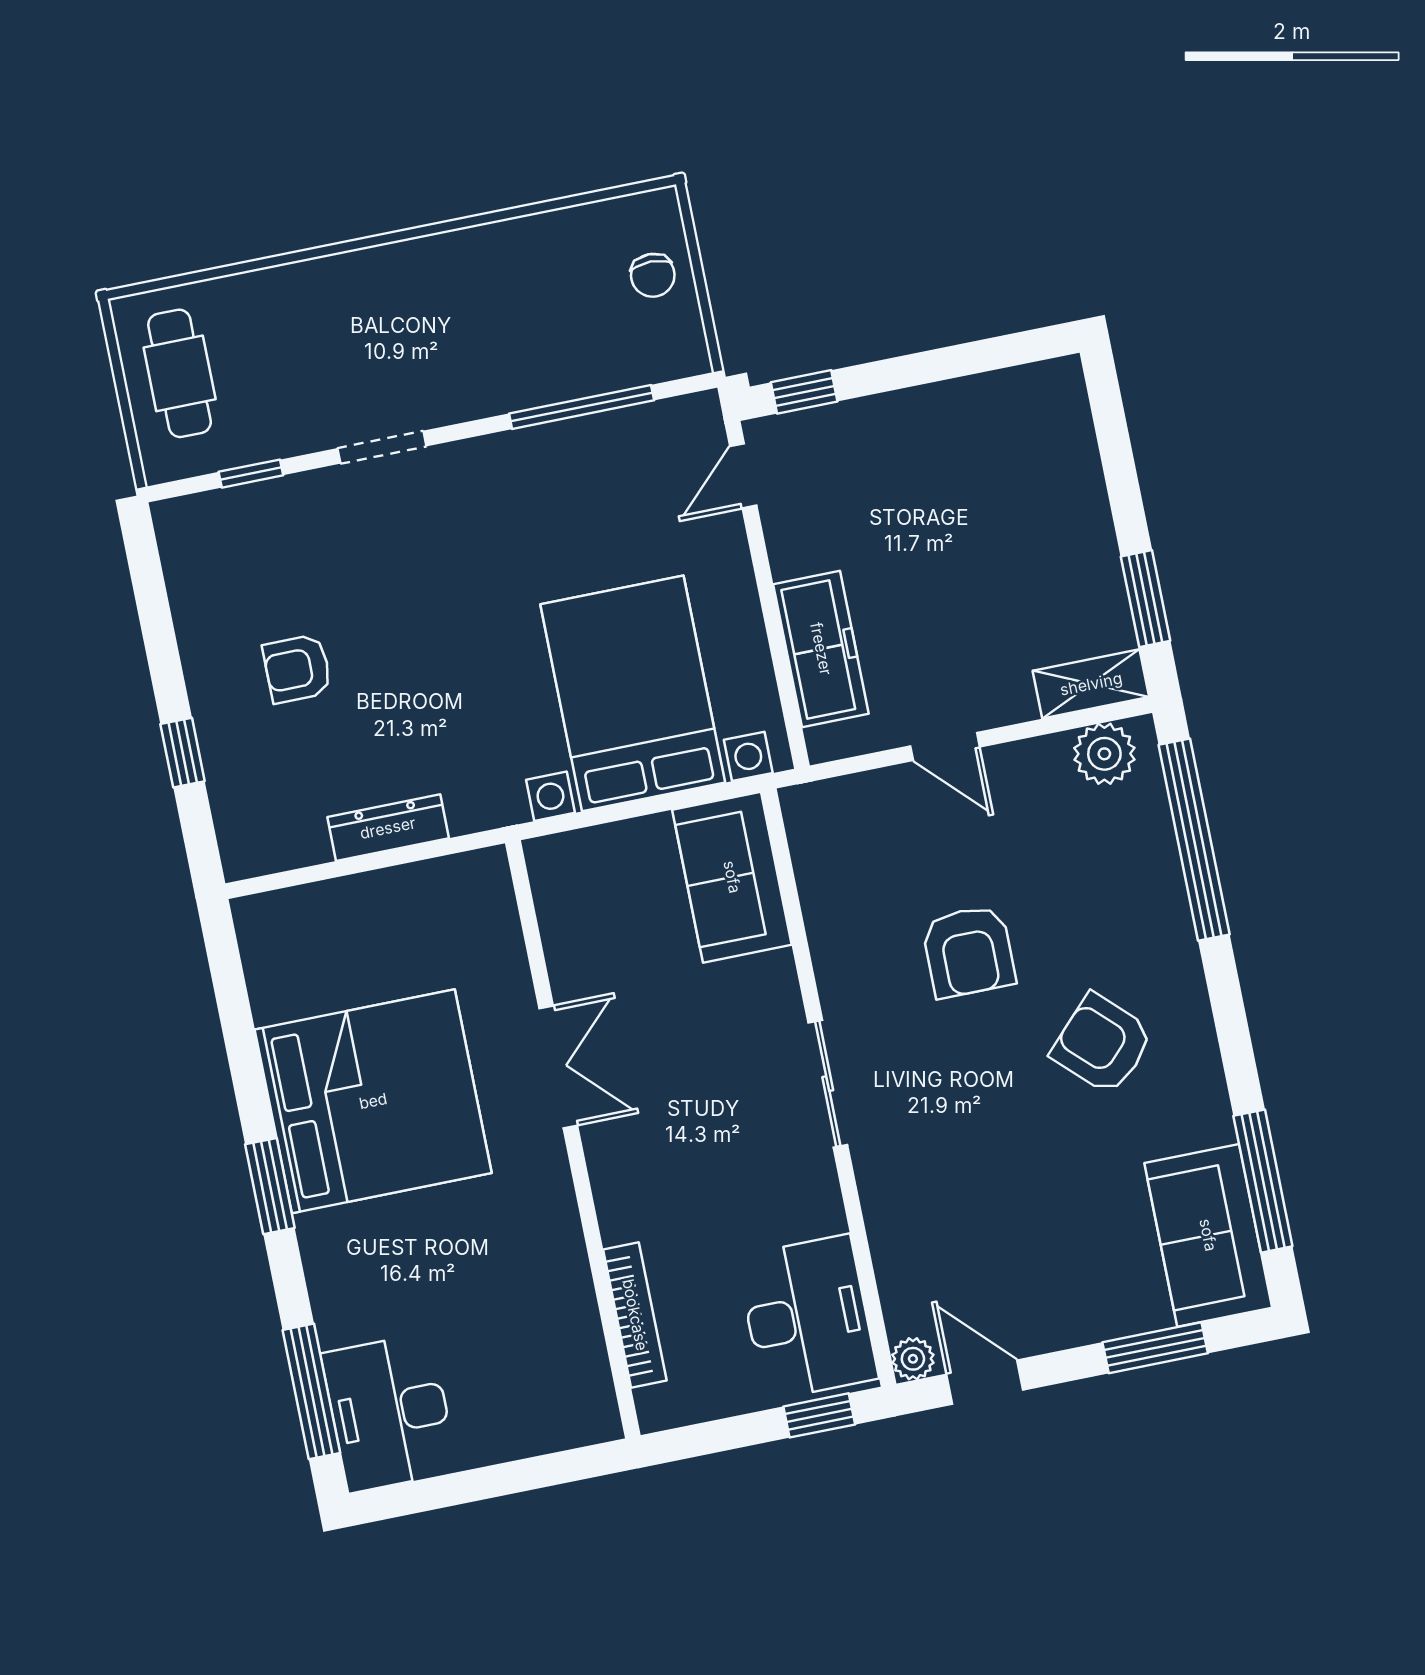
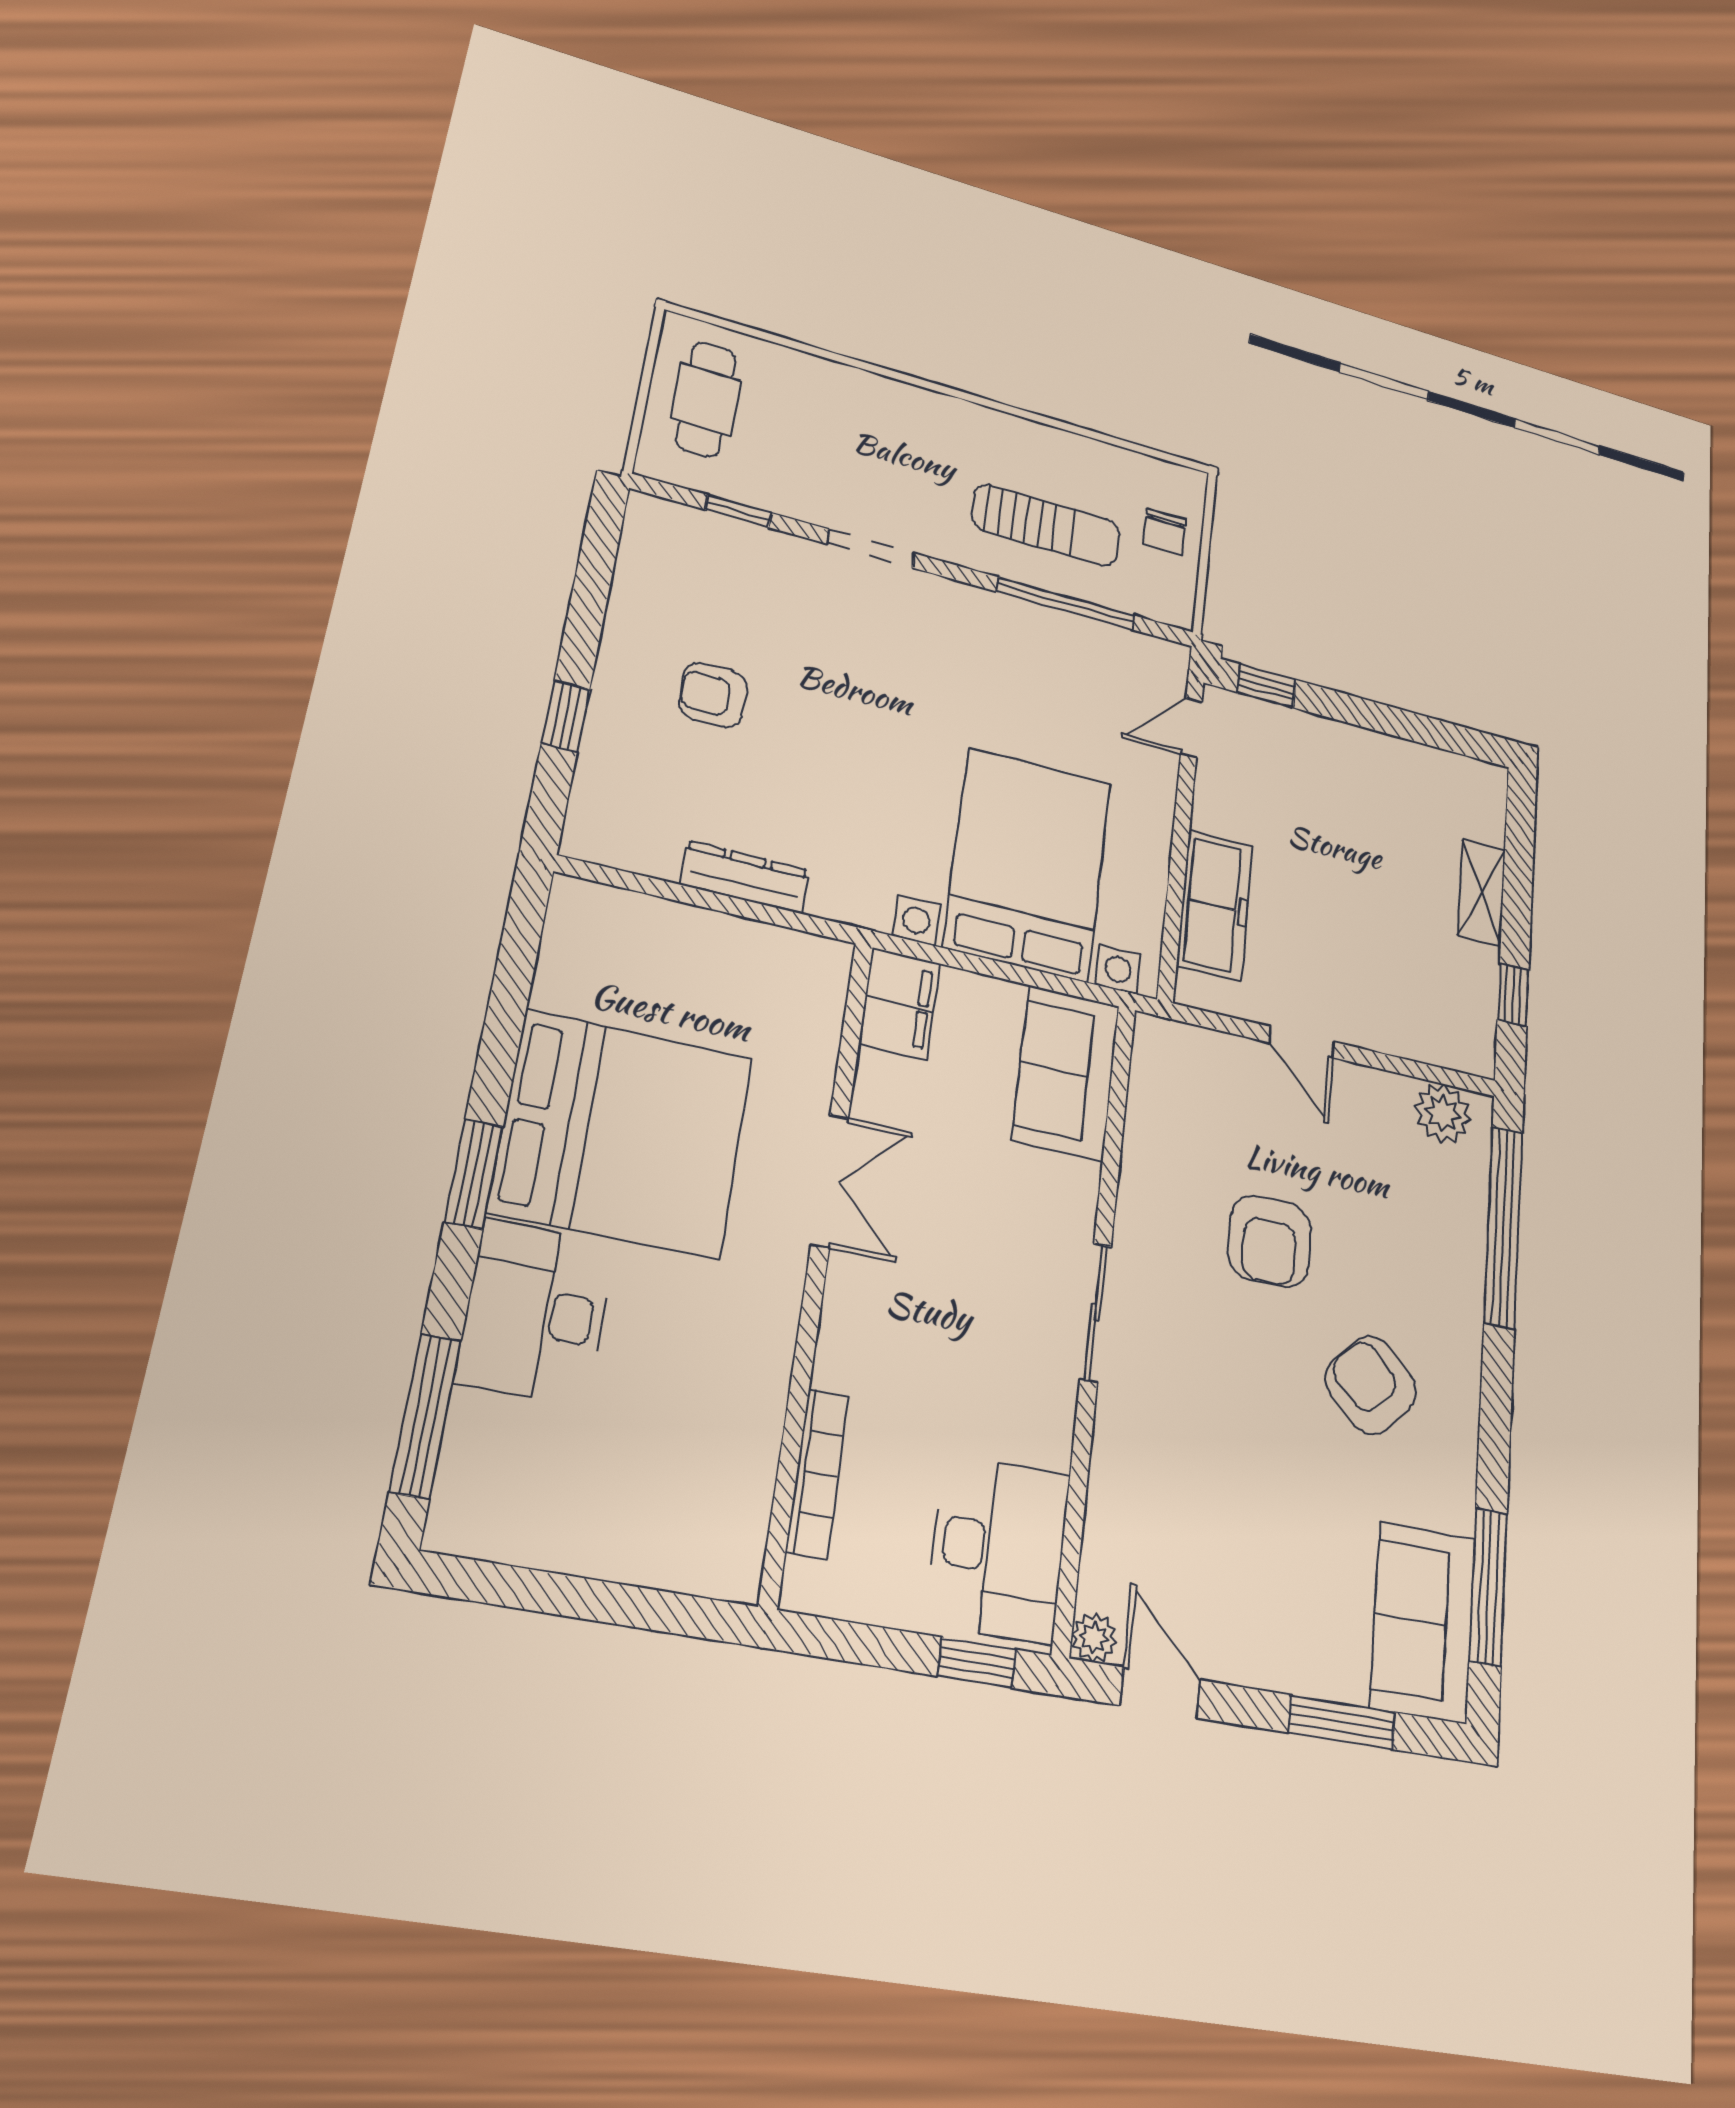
sun lounger: (535, 332) -> (1046, 525), added
window: (1146, 599) -> (1513, 994), width x0.67
shelving: (1091, 684) -> (1482, 893), moved, turned 90
filing cabinet: (562, 881) -> (899, 1004), added
desk: (389, 1413) -> (535, 1312), moved

